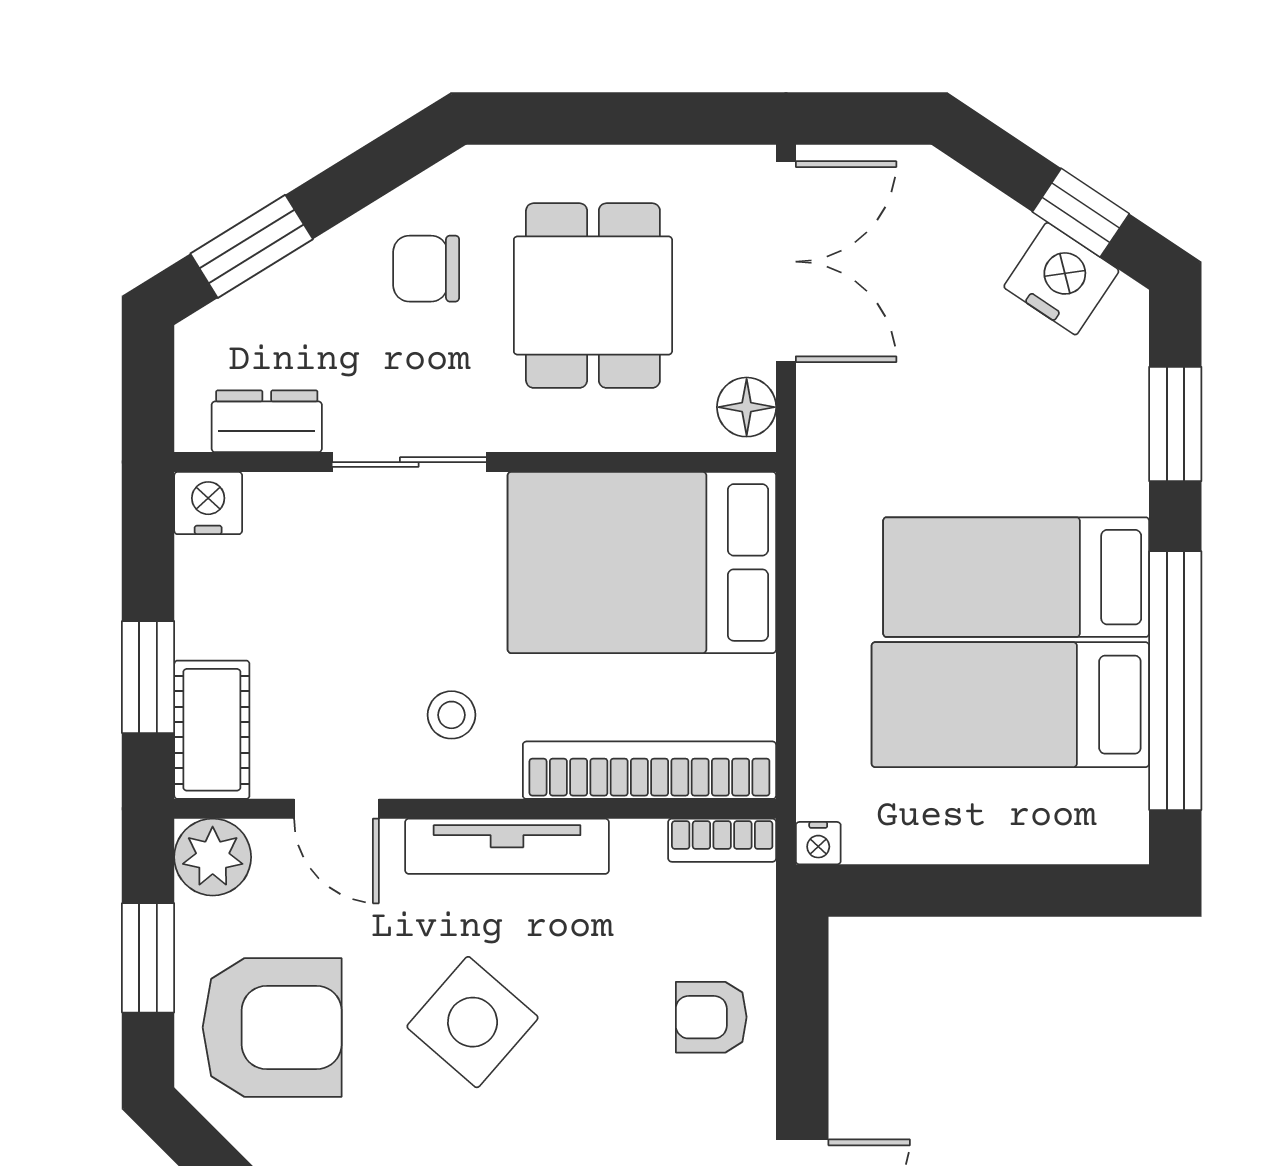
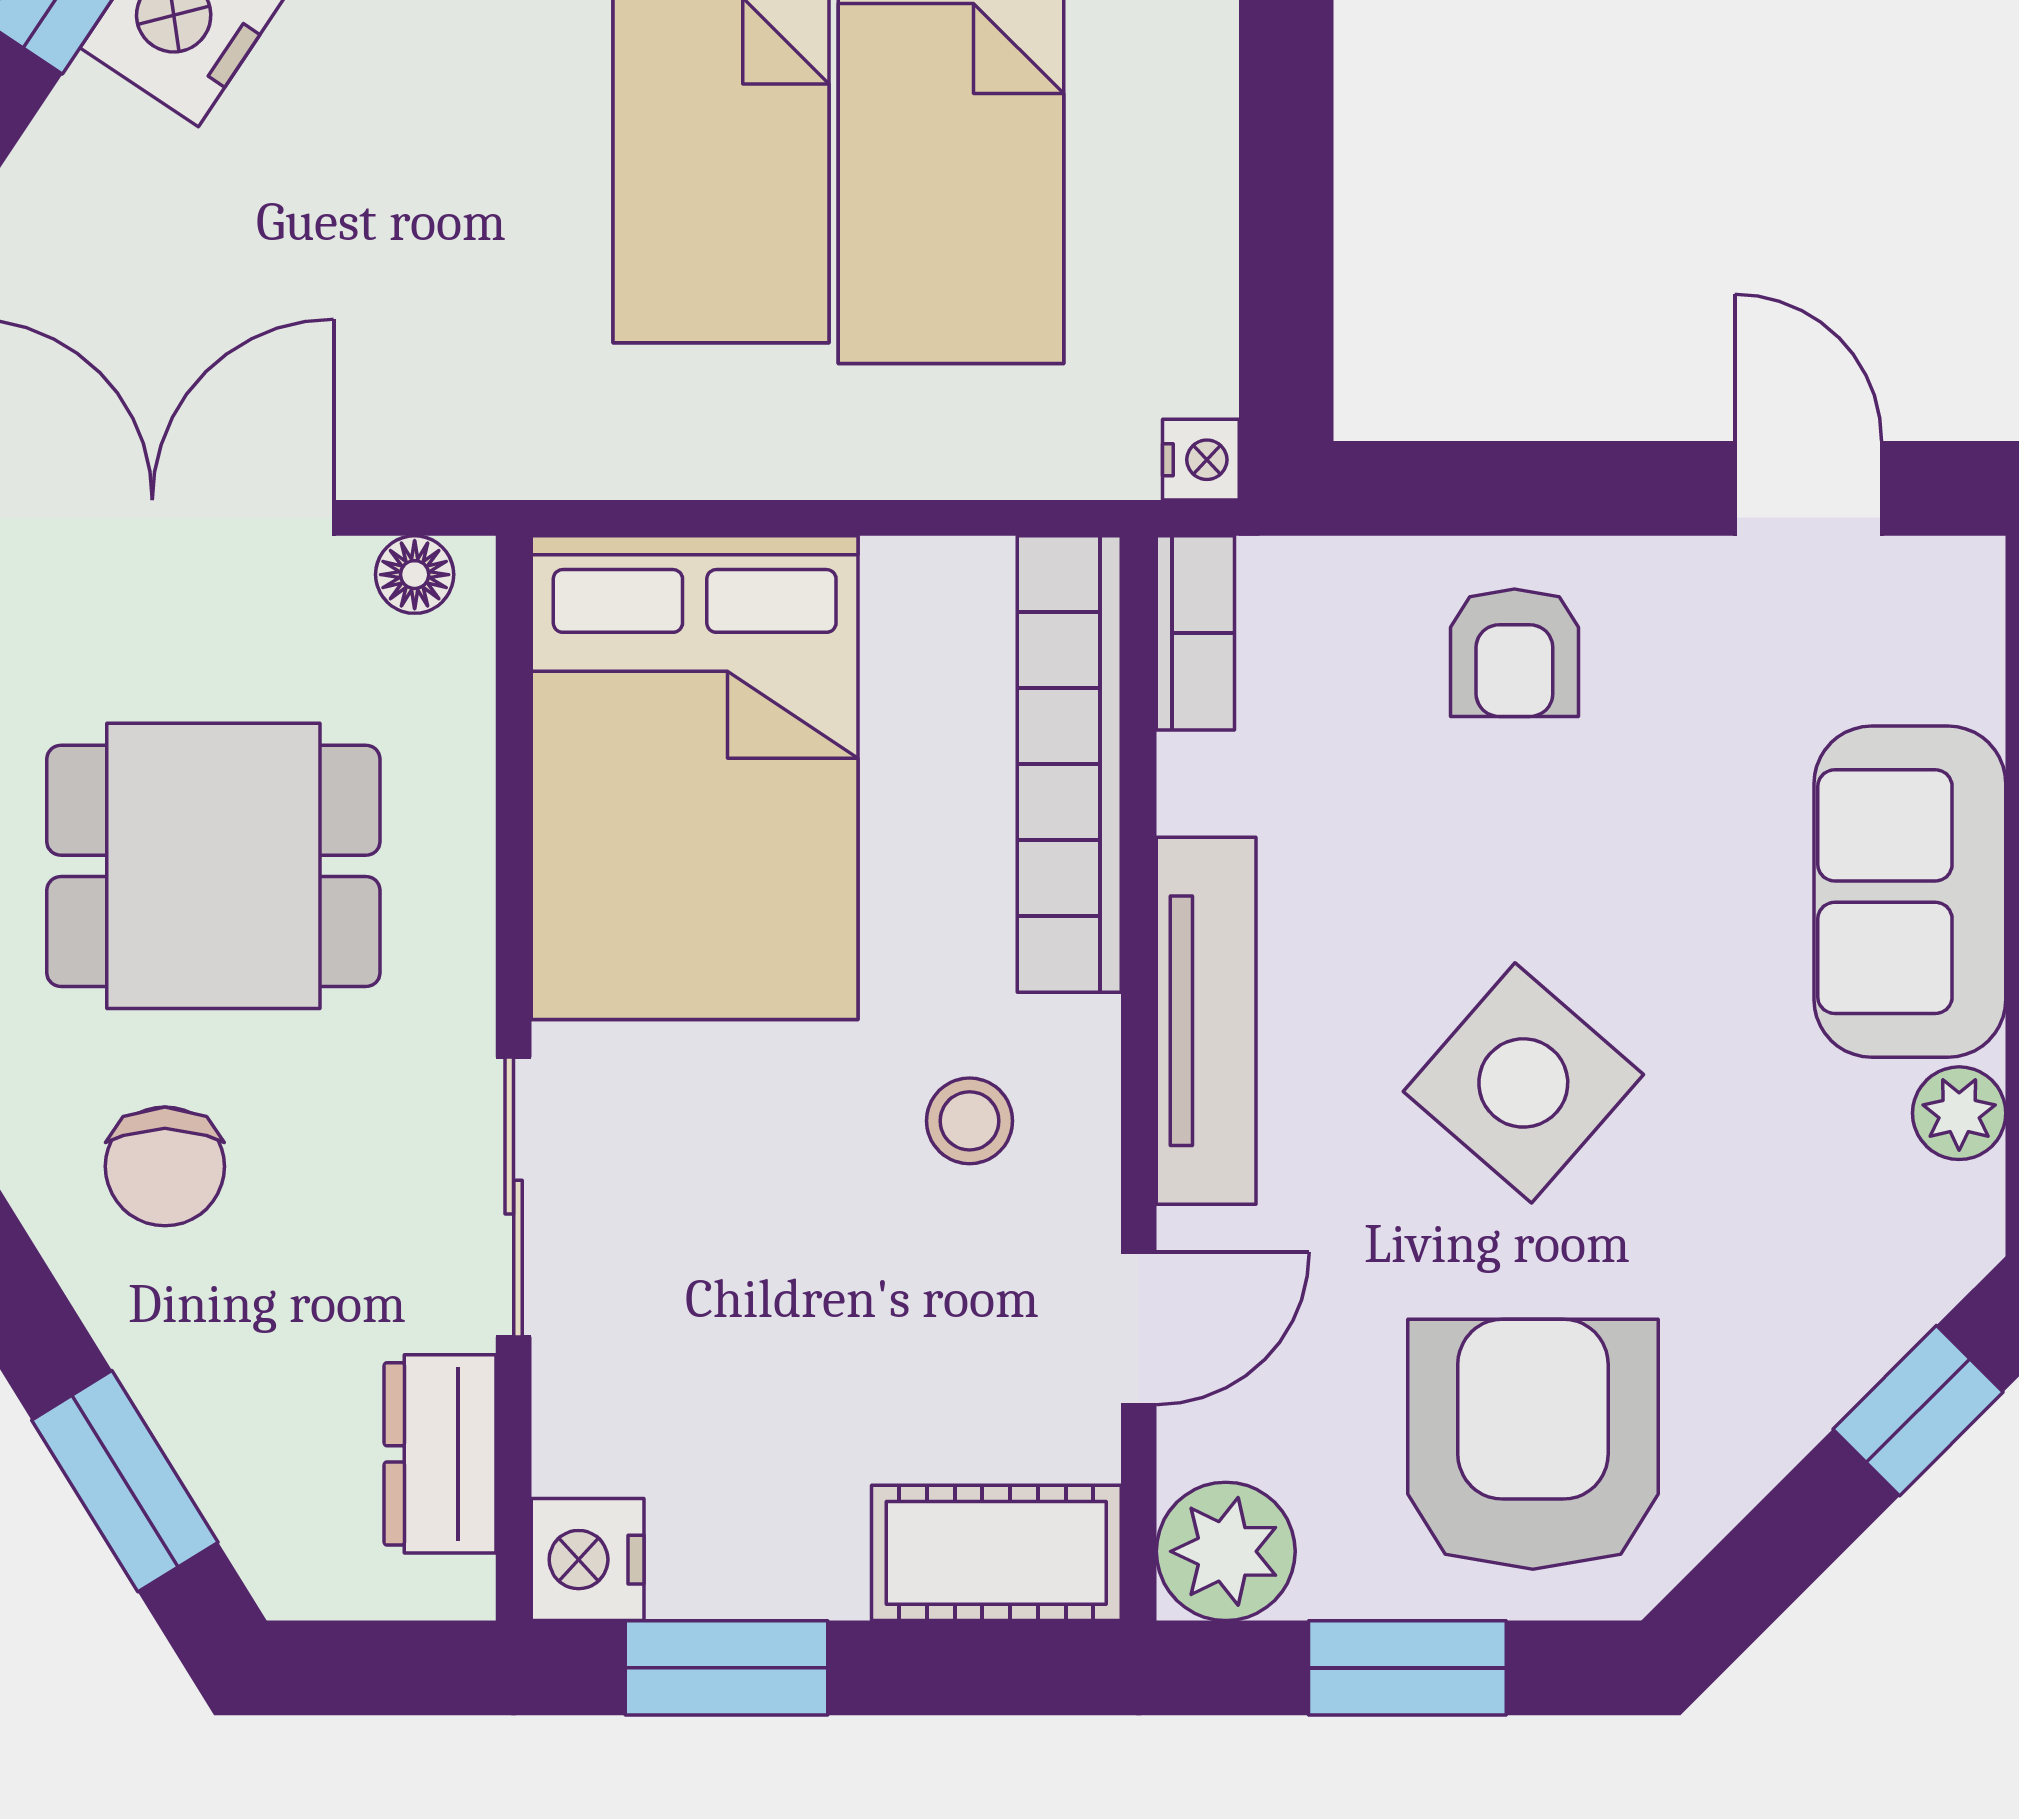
floor lamp: (747, 407) -> (415, 575), width x0.73, depth x0.73
window: (148, 677) -> (727, 1668), moved

